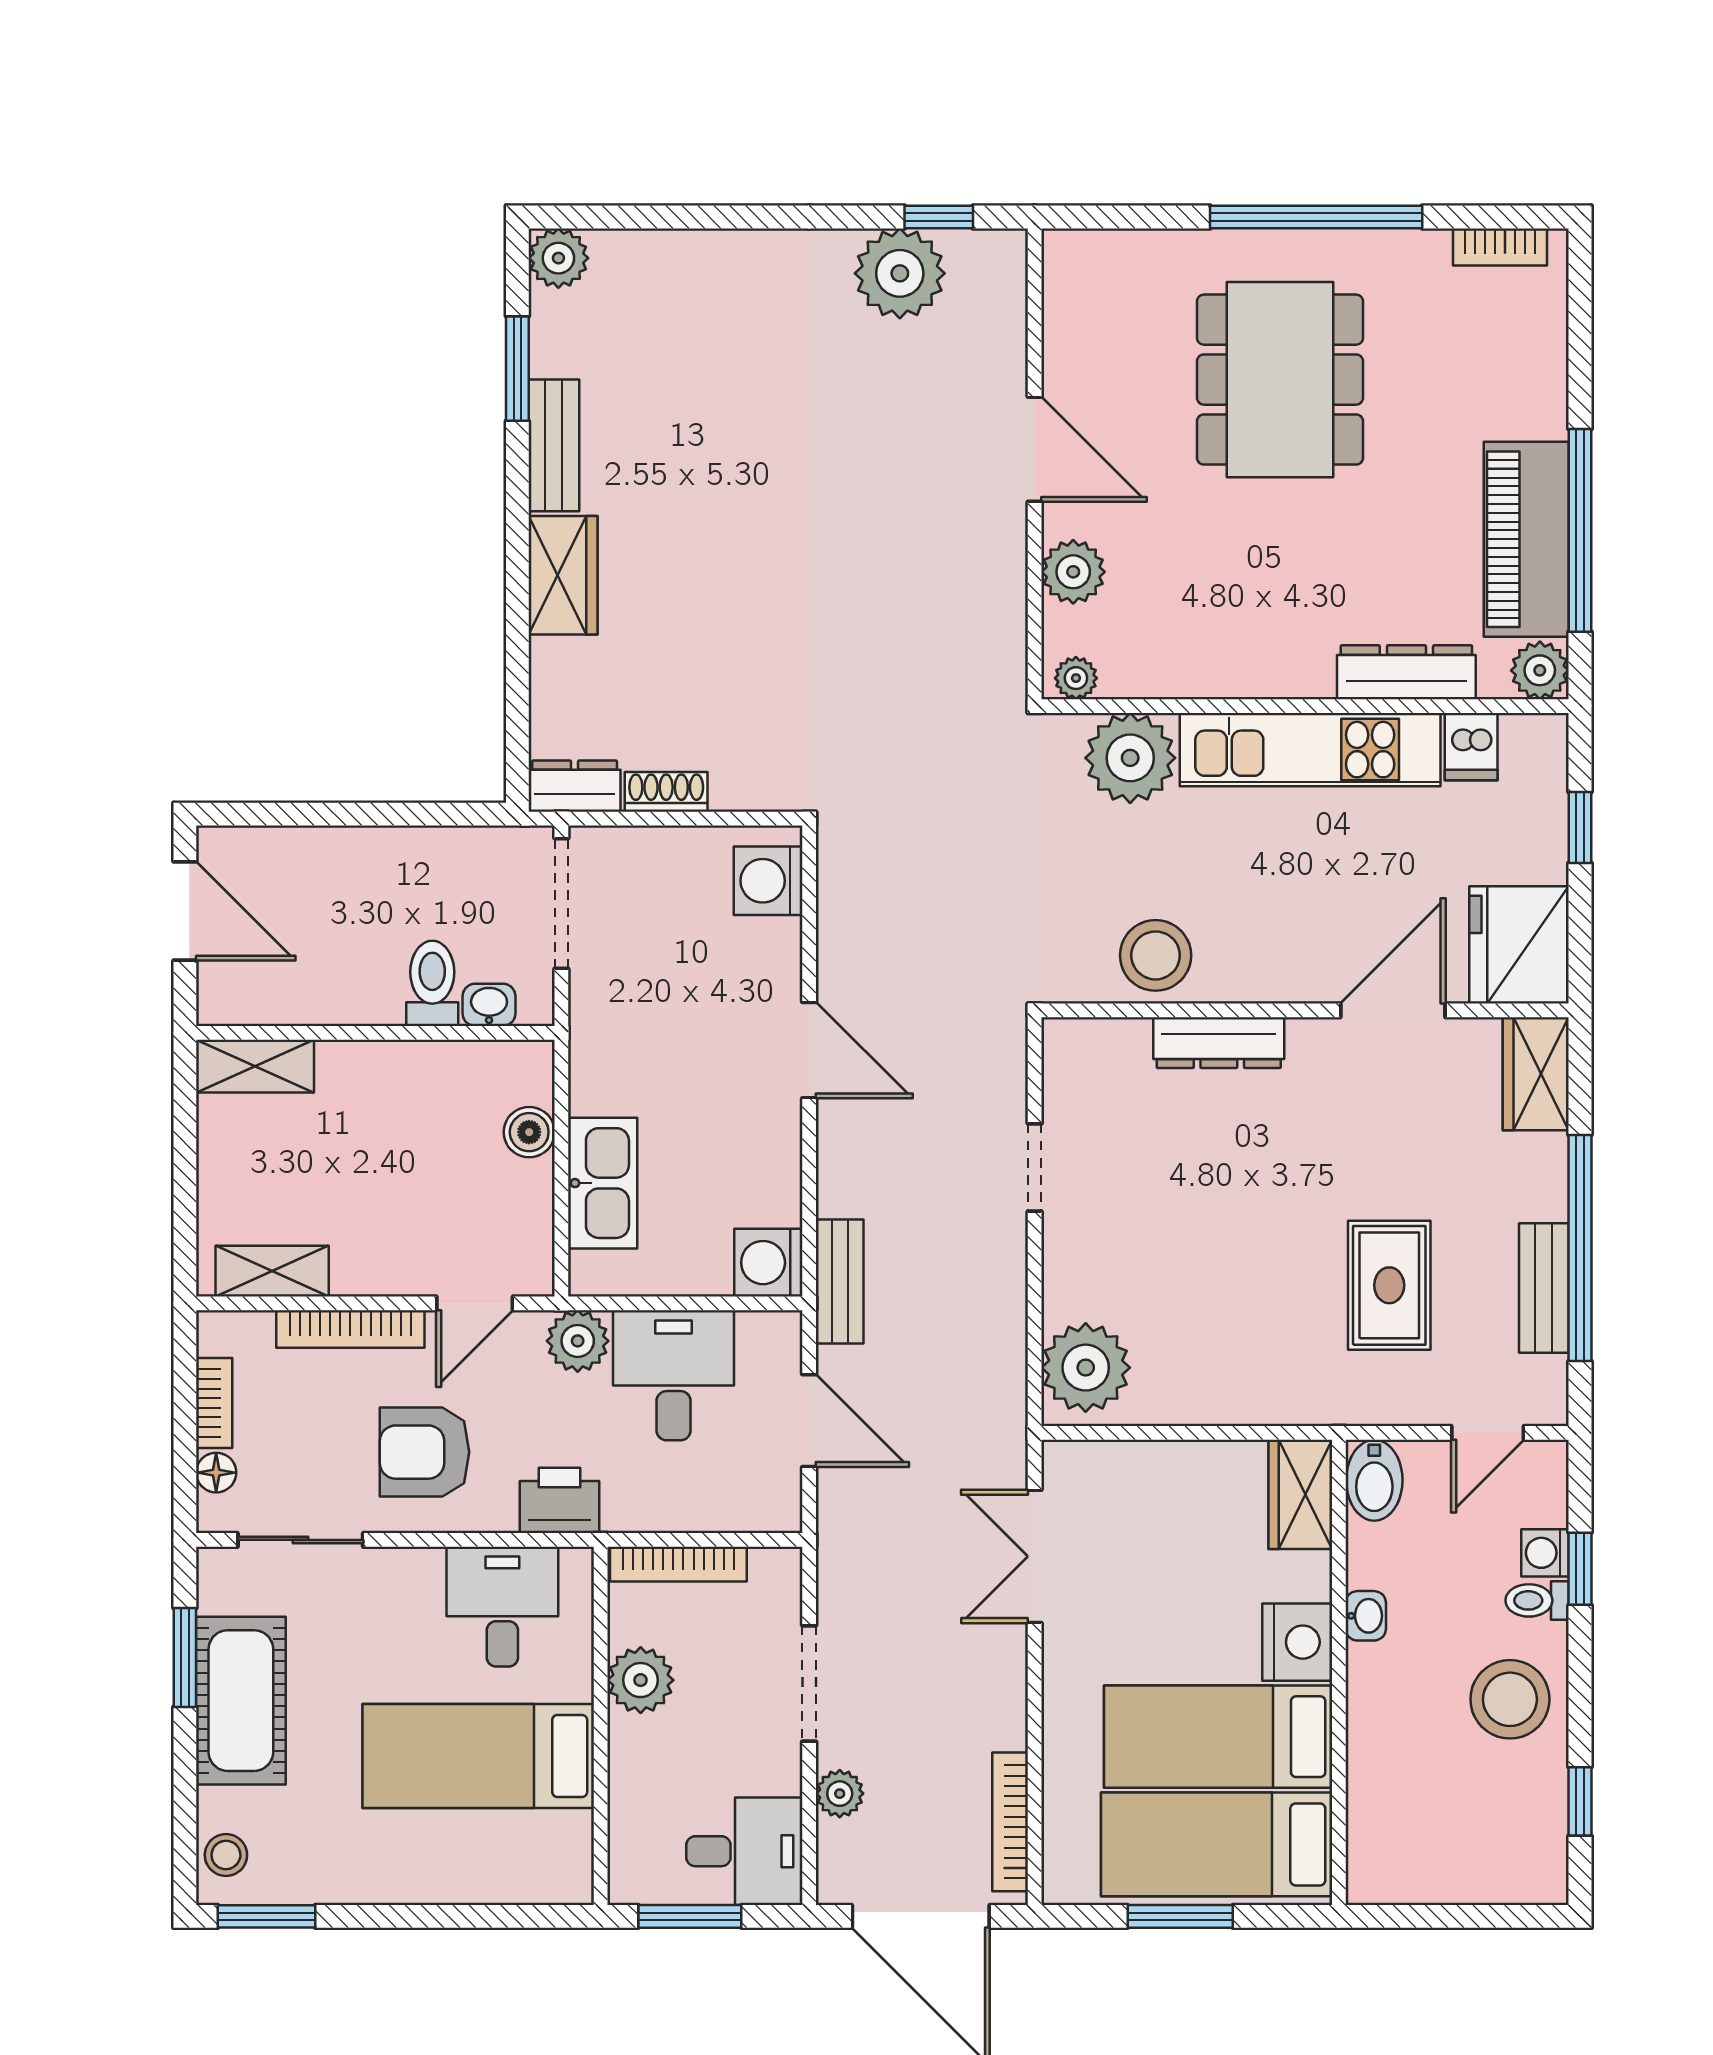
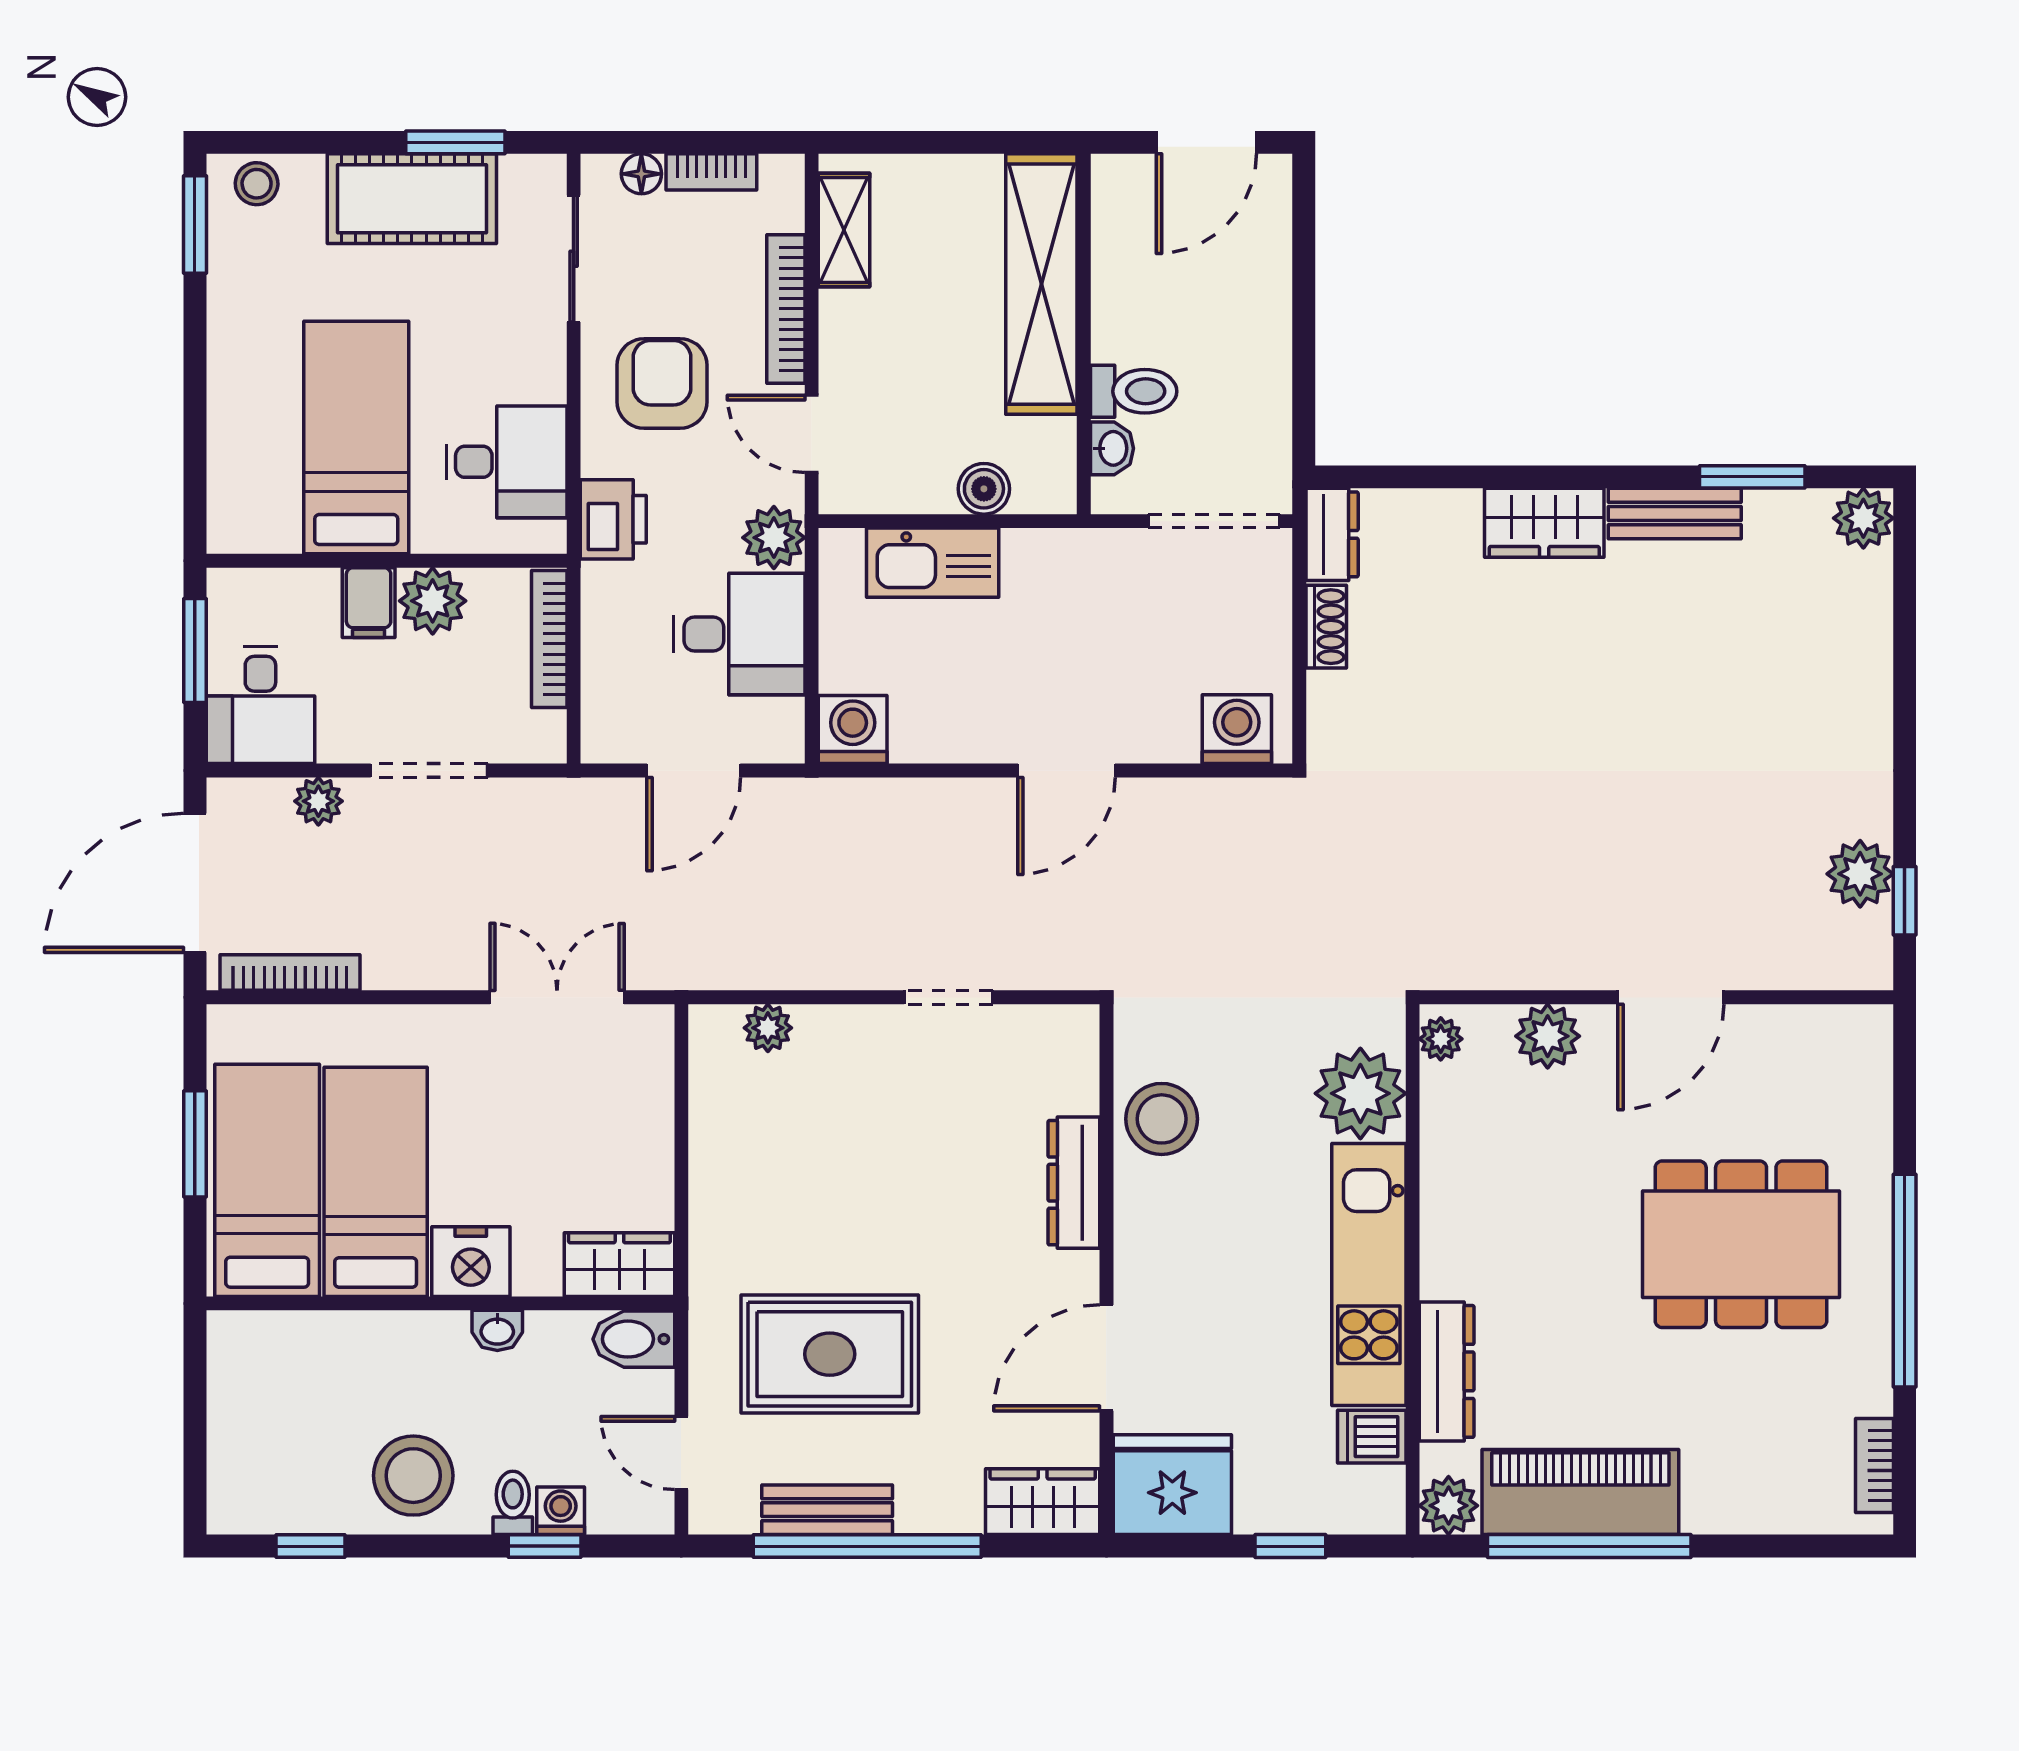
plant: (900, 273) -> (1860, 874), width x0.73, depth x0.73
door: (1393, 1010) -> (1106, 1358), swing flipped
shelving: (255, 1066) -> (1041, 284), width x2.20, depth x1.33
bench: (840, 1281) -> (834, 801), removed
rug: (1389, 1285) -> (830, 1354), width x1.36, depth x1.43
plant: (1086, 1368) -> (768, 1028), width x0.53, depth x0.53
filing cabinet: (642, 1744) -> (369, 603), added

